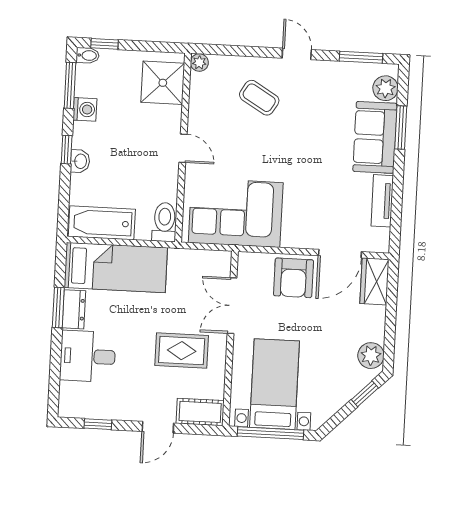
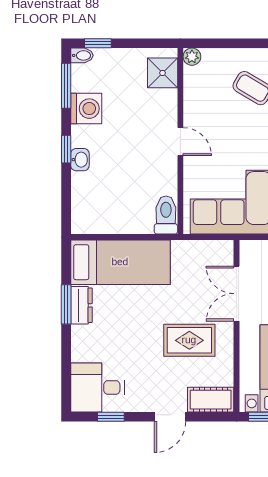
shower: (163, 83) -> (163, 73), width x0.73, depth x0.73
washing machine: (85, 109) -> (86, 109), width x1.38, depth x1.38
bathtub: (102, 223) -> (105, 219), removed
desk: (88, 356) -> (97, 387), moved

